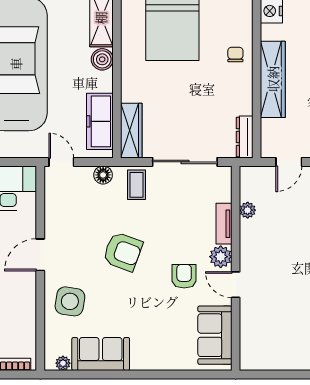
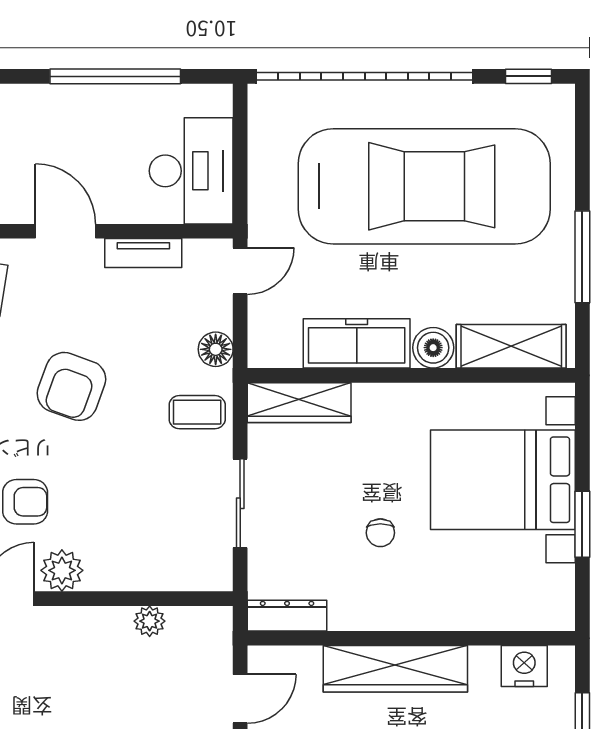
chair: (235, 55) -> (380, 533), moved, turned 90
freezer: (100, 121) -> (357, 343), moved
sliding door: (185, 162) -> (240, 503), width x0.73
door: (289, 162) -> (240, 699), swing flipped
tv unit: (224, 224) -> (143, 253), moved, turned 180

